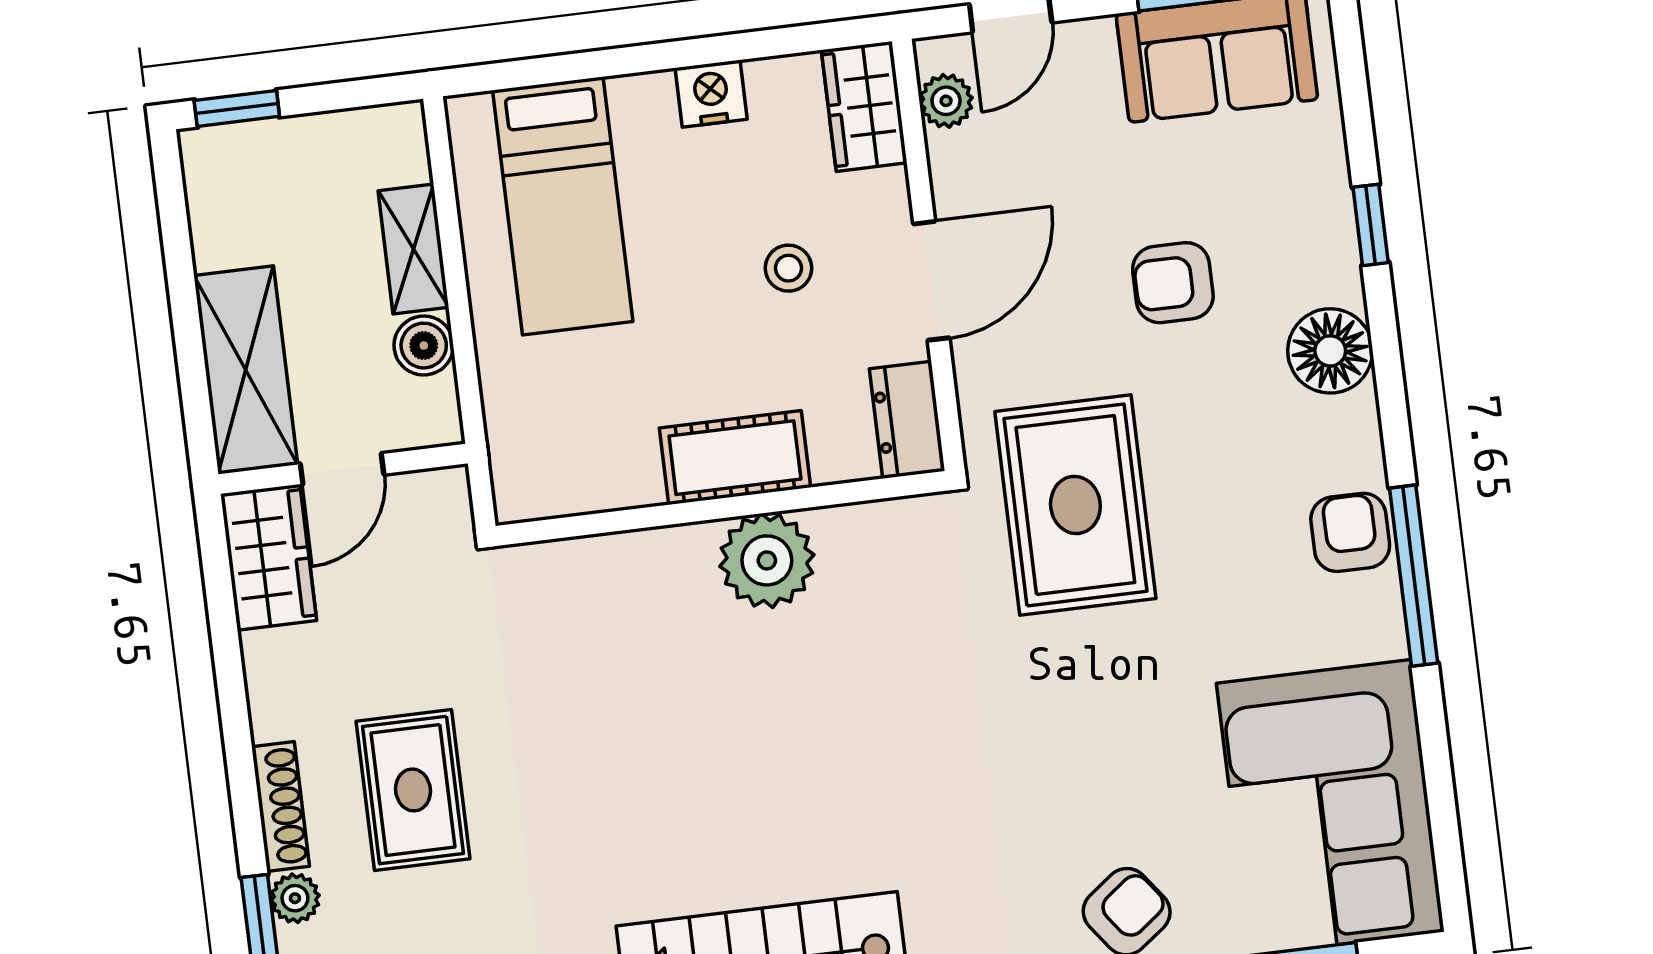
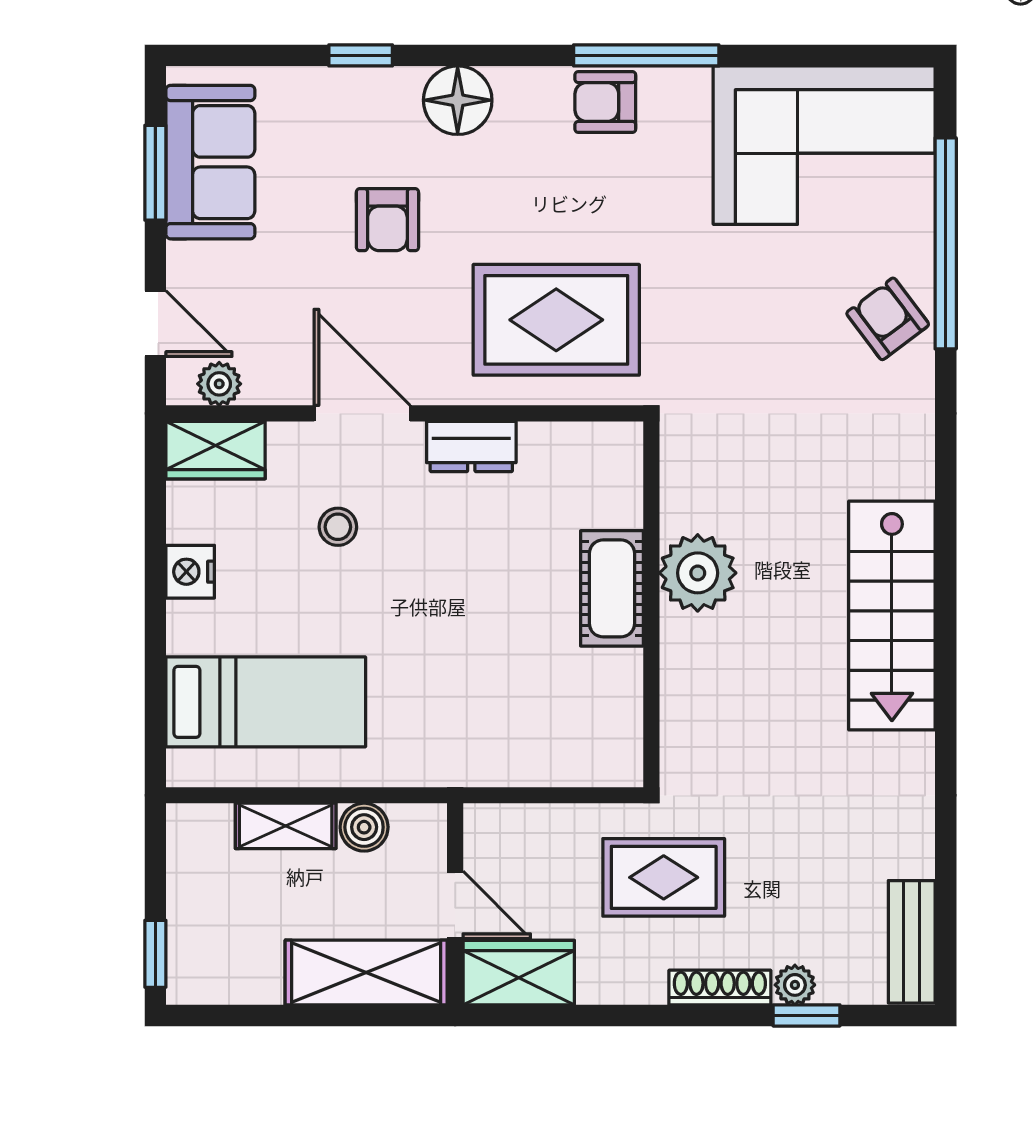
cot: (735, 458) -> (612, 588), moved
wall: (721, 508) -> (651, 604), moved
plant: (767, 560) -> (698, 573), moved
rug: (413, 790) -> (664, 877), moved

